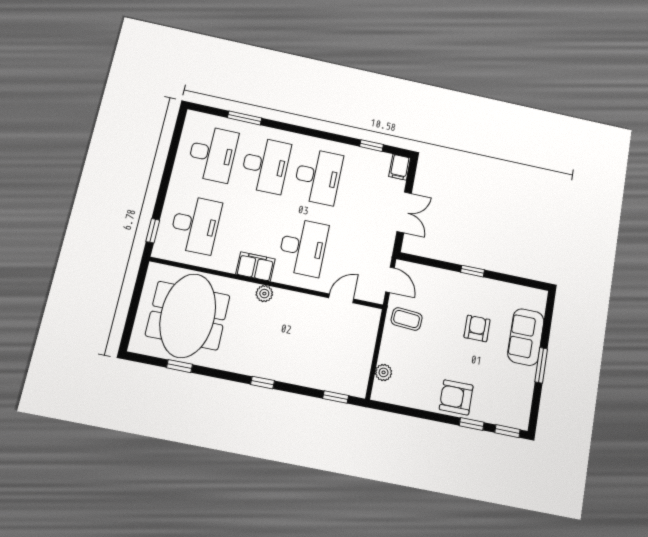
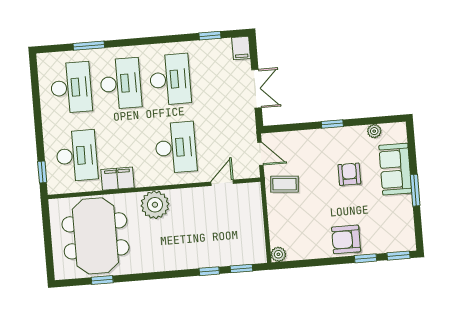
filing cabinet: (255, 266) -> (118, 179), moved
plant: (514, 291) -> (374, 131), added
plant: (264, 294) -> (155, 205), width x1.87, depth x1.87
plant: (384, 372) -> (278, 254), moved
window: (262, 383) -> (209, 271), moved

